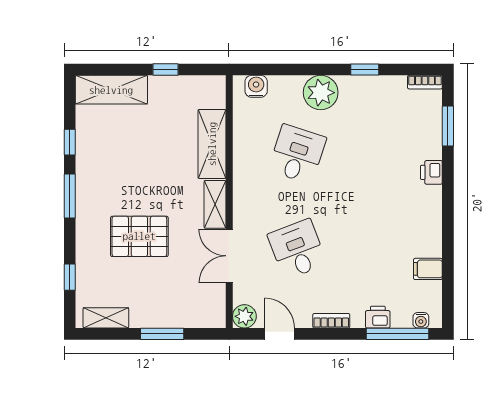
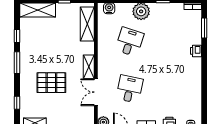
shelving: (212, 144) -> (87, 24), moved
desk: (297, 249) -> (130, 89), turned 33
filing cabinet: (428, 269) -> (194, 99), removed

